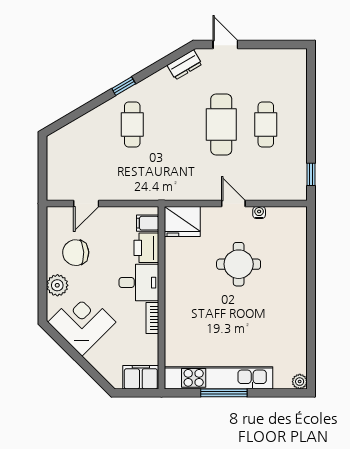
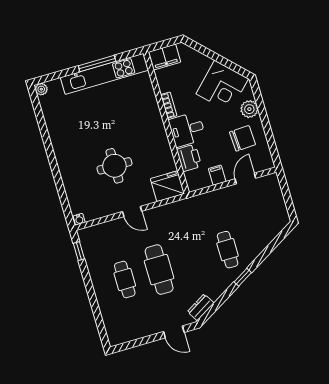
water cooler: (259, 213) -> (79, 219), moved
filing cabinet: (148, 223) -> (217, 175), moved, turned -90

